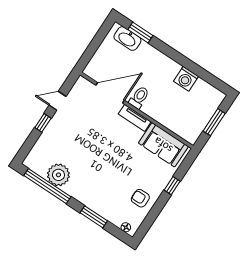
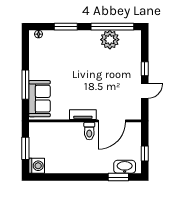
window: (99, 39) -> (145, 154), added
washing machine: (186, 79) -> (37, 166), moved, turned 90
sofa: (163, 145) -> (40, 99), moved, turned 90
window: (172, 186) -> (25, 85), width x2.17
armchair: (140, 198) -> (42, 61), removed

